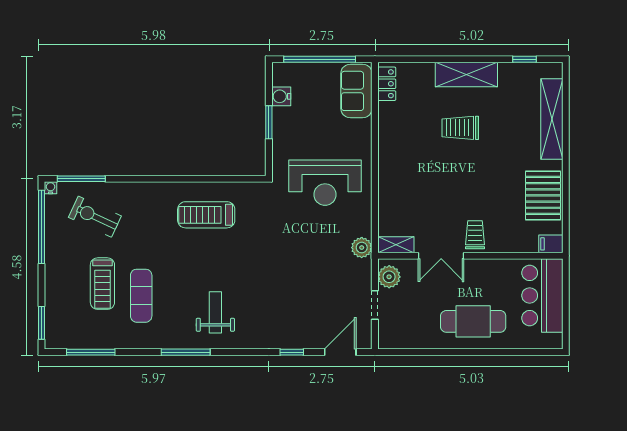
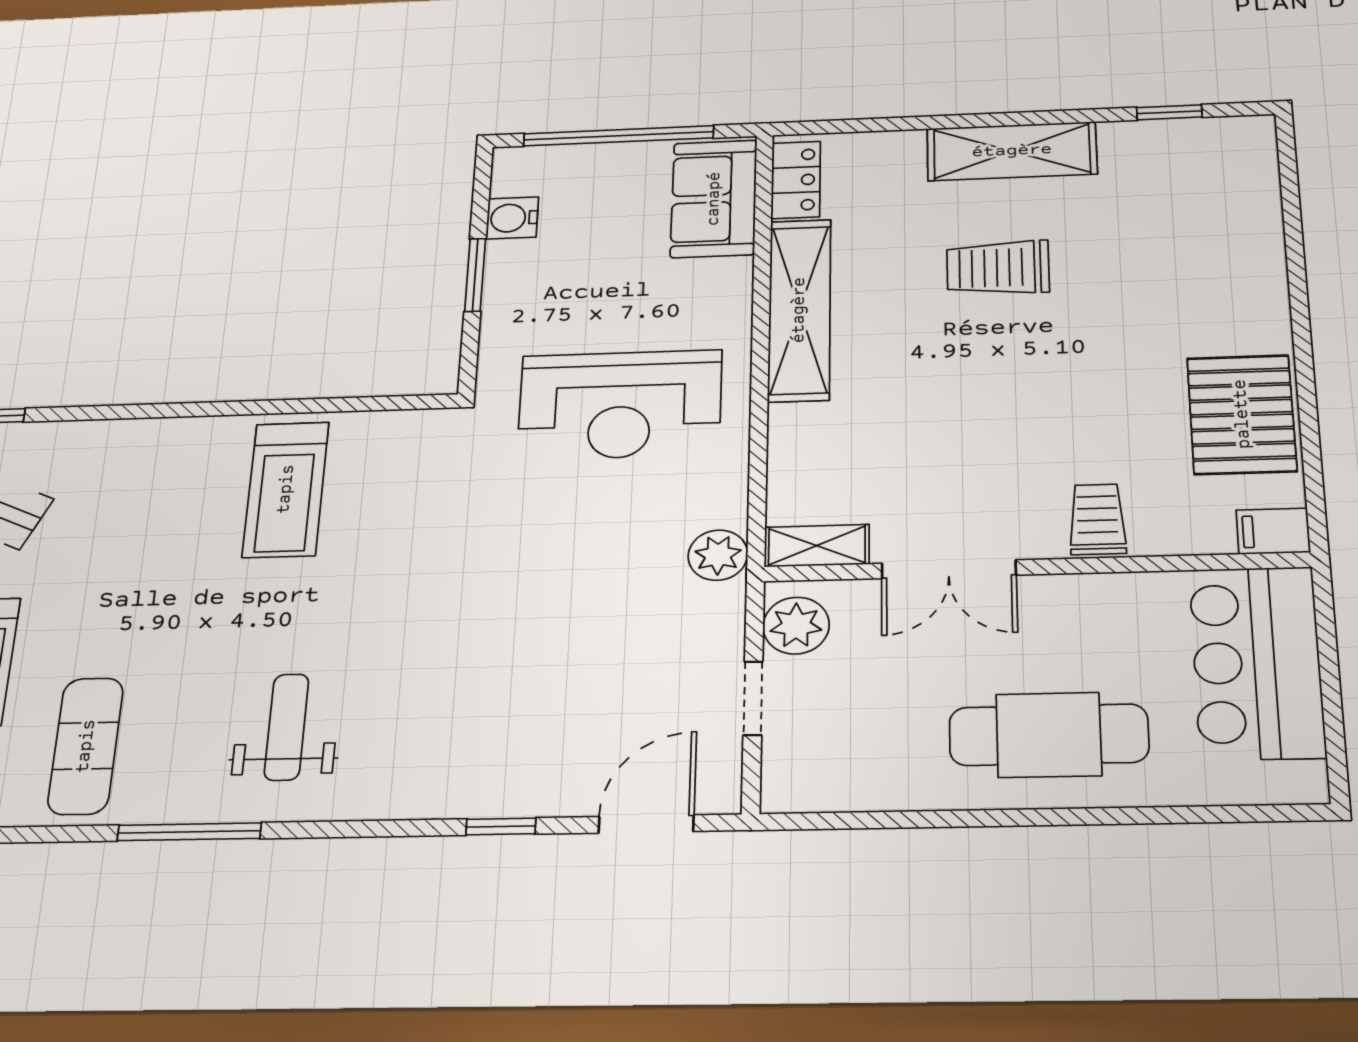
shelving: (552, 119) -> (799, 310), moved
treadmill: (206, 215) -> (286, 489), turned -90
trolley: (475, 235) -> (1097, 519), moved
exercise mat: (141, 296) -> (86, 746), moved

